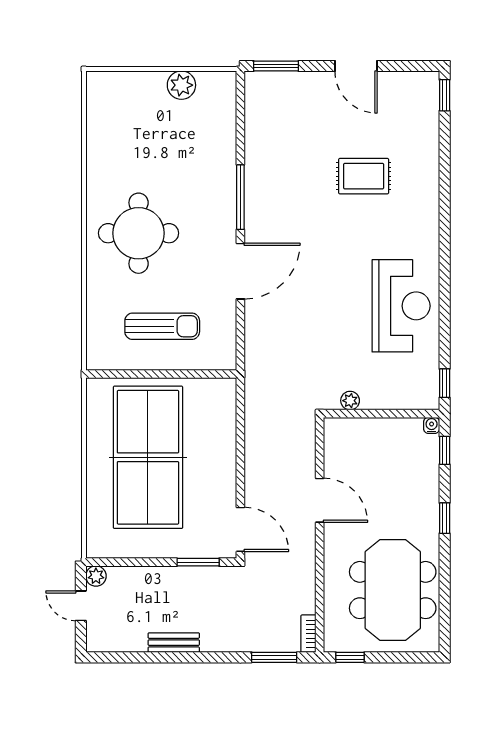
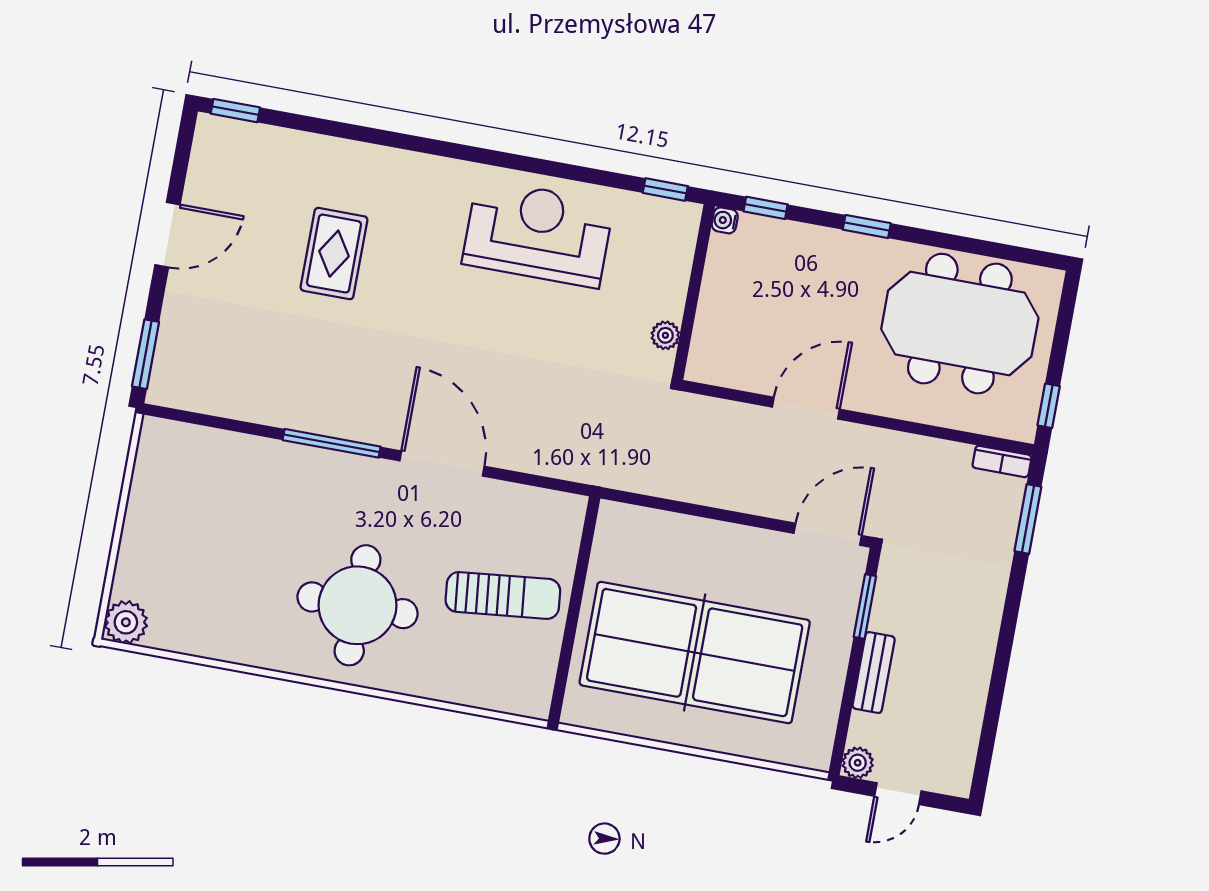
plant: (181, 85) -> (126, 622), moved
sun lounger: (162, 326) -> (503, 595), turned 84
bench: (174, 643) -> (874, 673), moved

